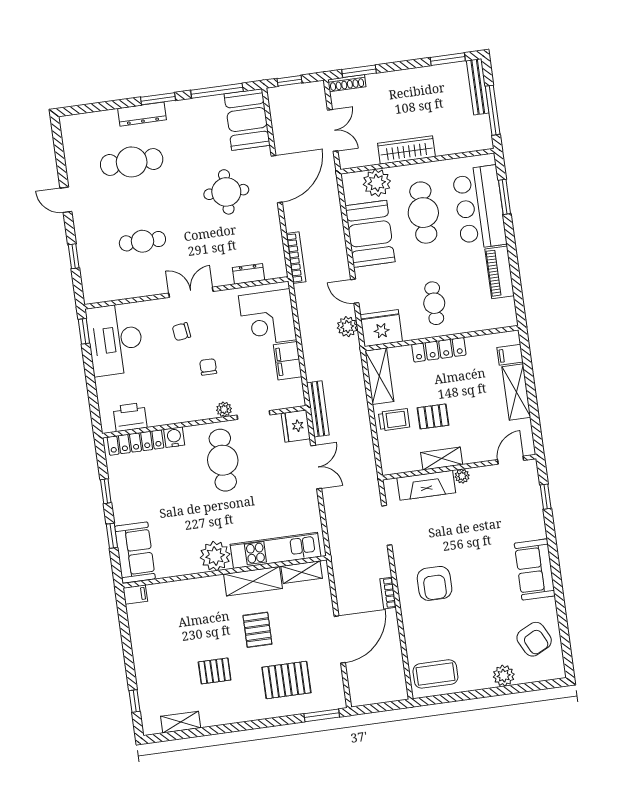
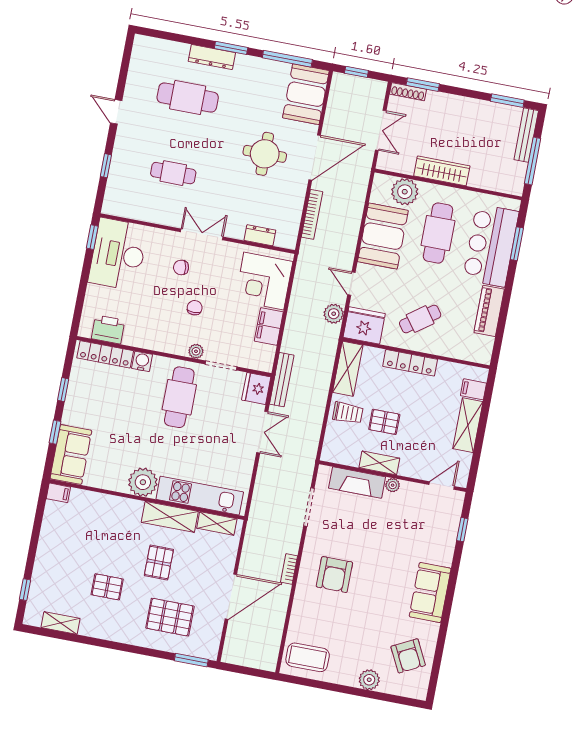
bookcase: (296, 258) -> (312, 214), moved
cafe table: (434, 303) -> (420, 319), turned 54

